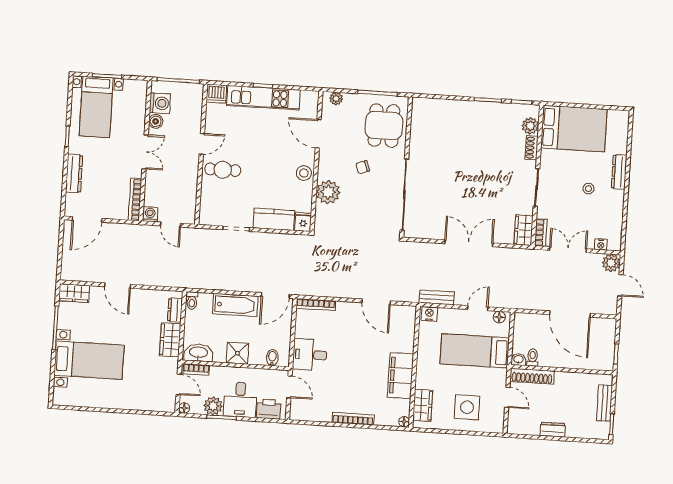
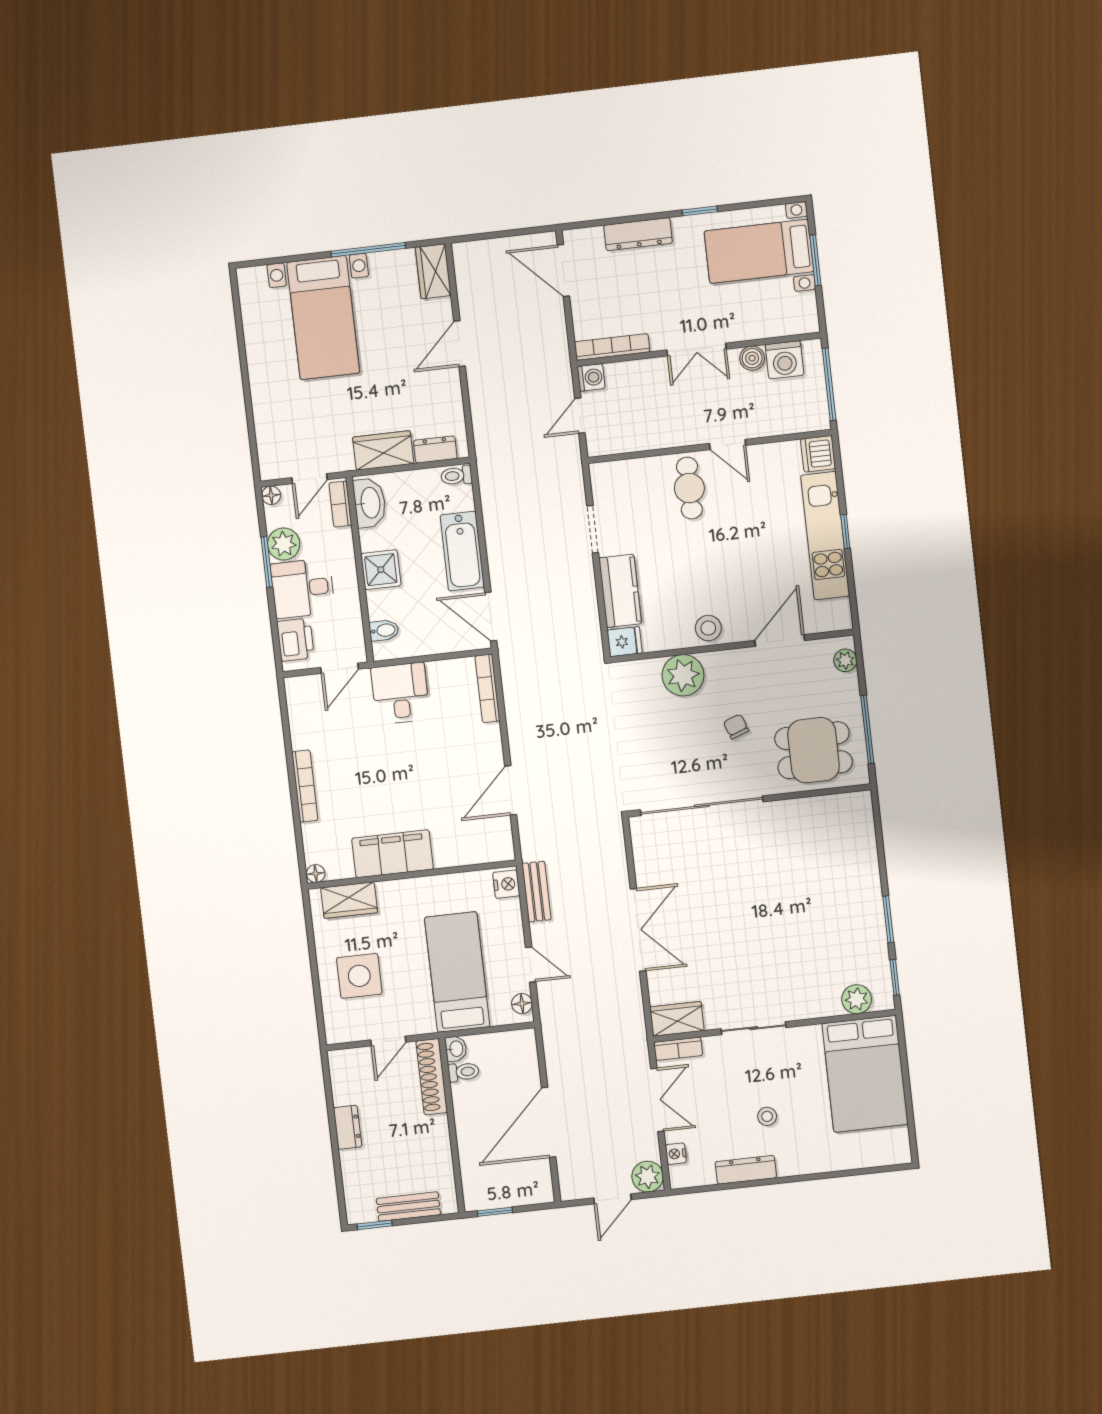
shoe rack: (532, 148) -> (820, 1008), removed
dresser: (619, 172) -> (746, 1170), moved

